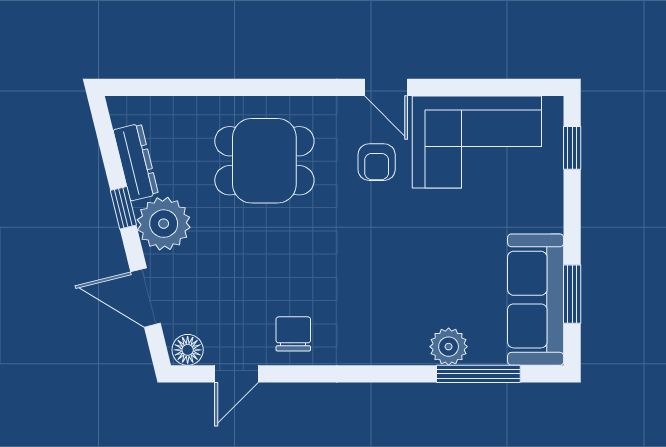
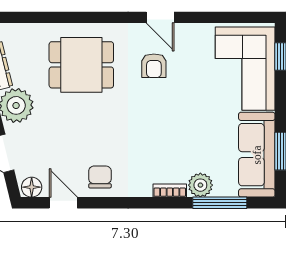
corner sofa: (477, 142) -> (245, 69), moved, turned 90
bookcase: (401, 355) -> (170, 191), added
door: (237, 374) -> (63, 203), swing flipped

